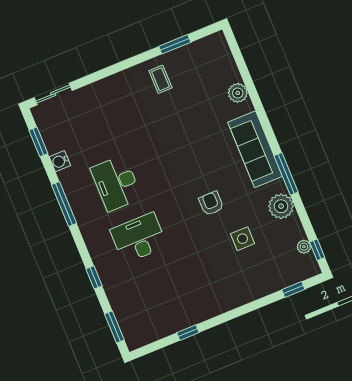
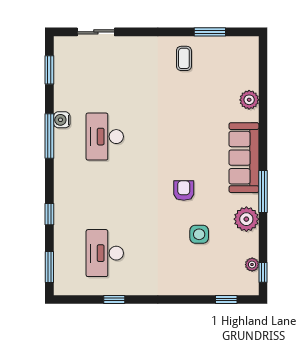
sliding door: (53, 94) -> (96, 32), moved
water cooler: (60, 161) -> (62, 120), moved
desk: (139, 238) -> (105, 253), moved, turned -90

